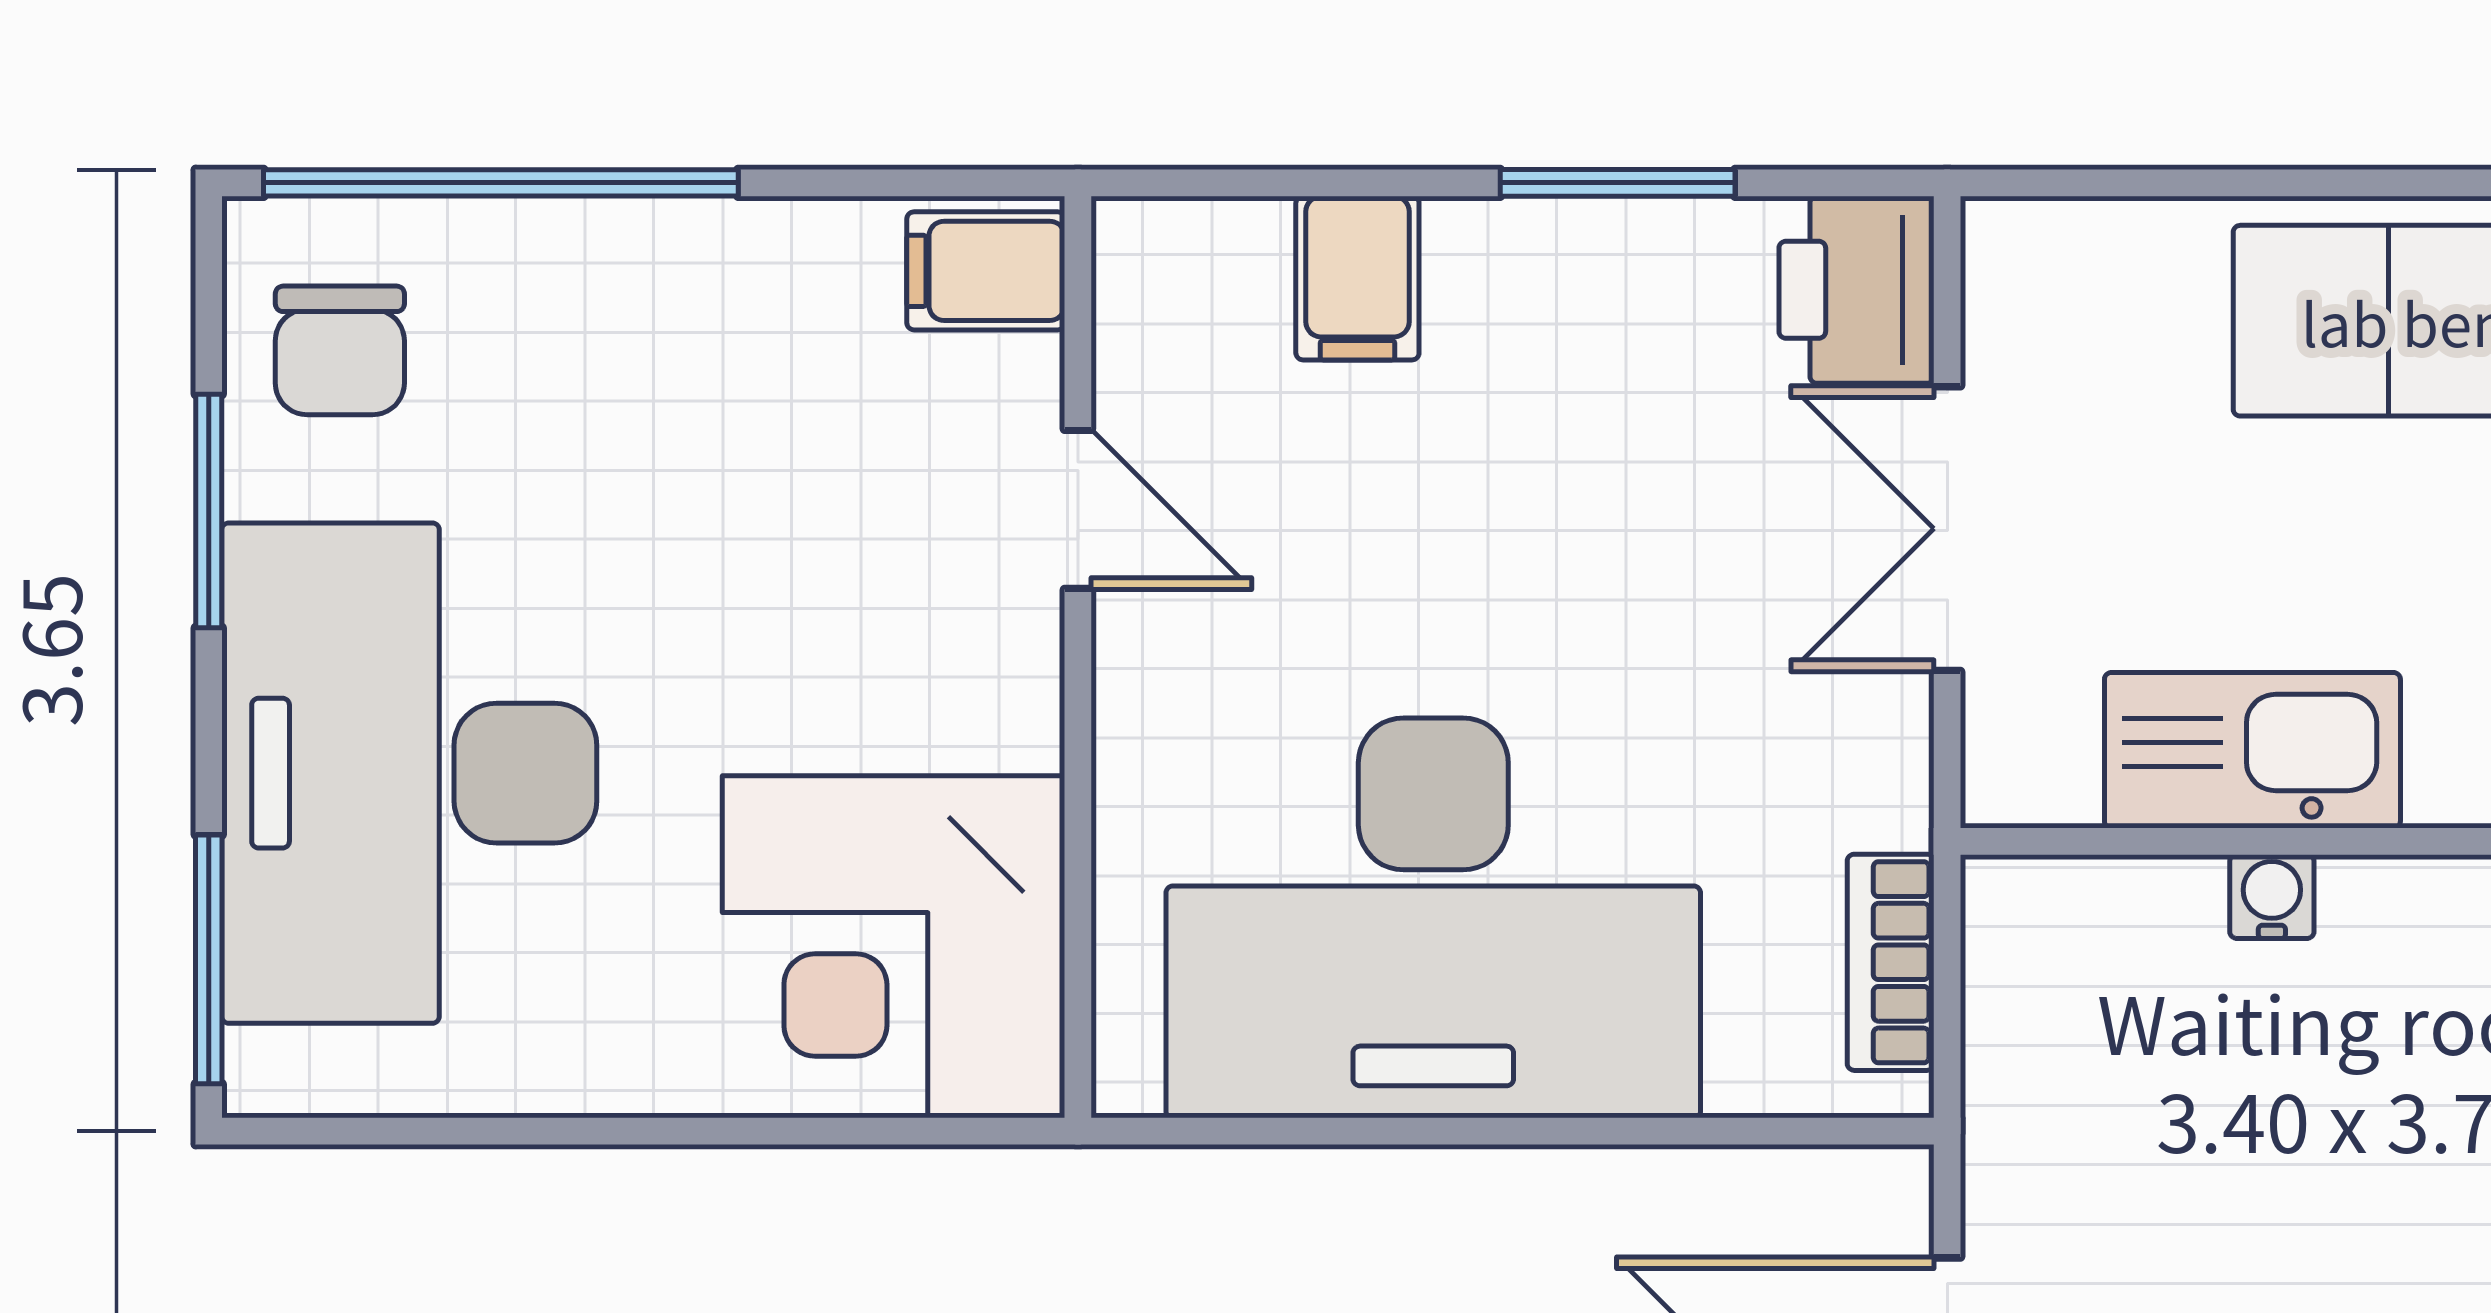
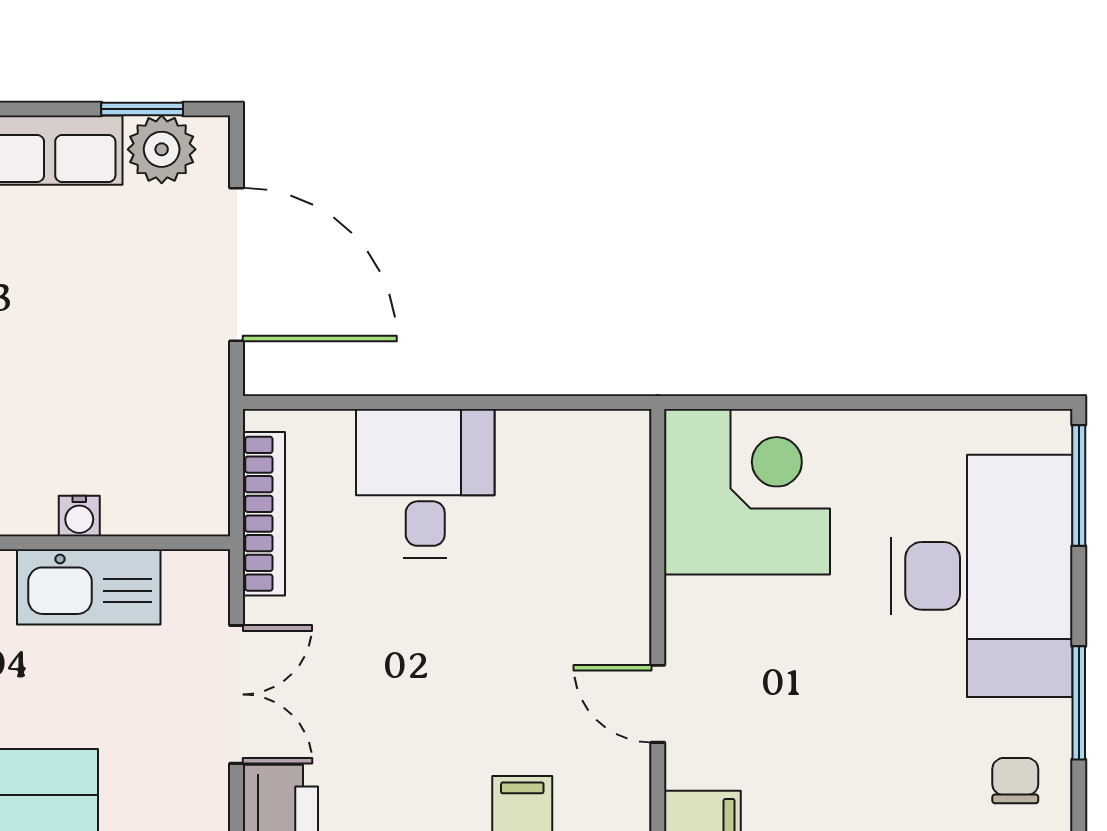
chair: (340, 350) -> (1015, 781), width x0.73, depth x0.73
desk: (1433, 918) -> (425, 483), width x0.53, depth x0.77
bookcase: (1891, 962) -> (264, 514), width x1.56

